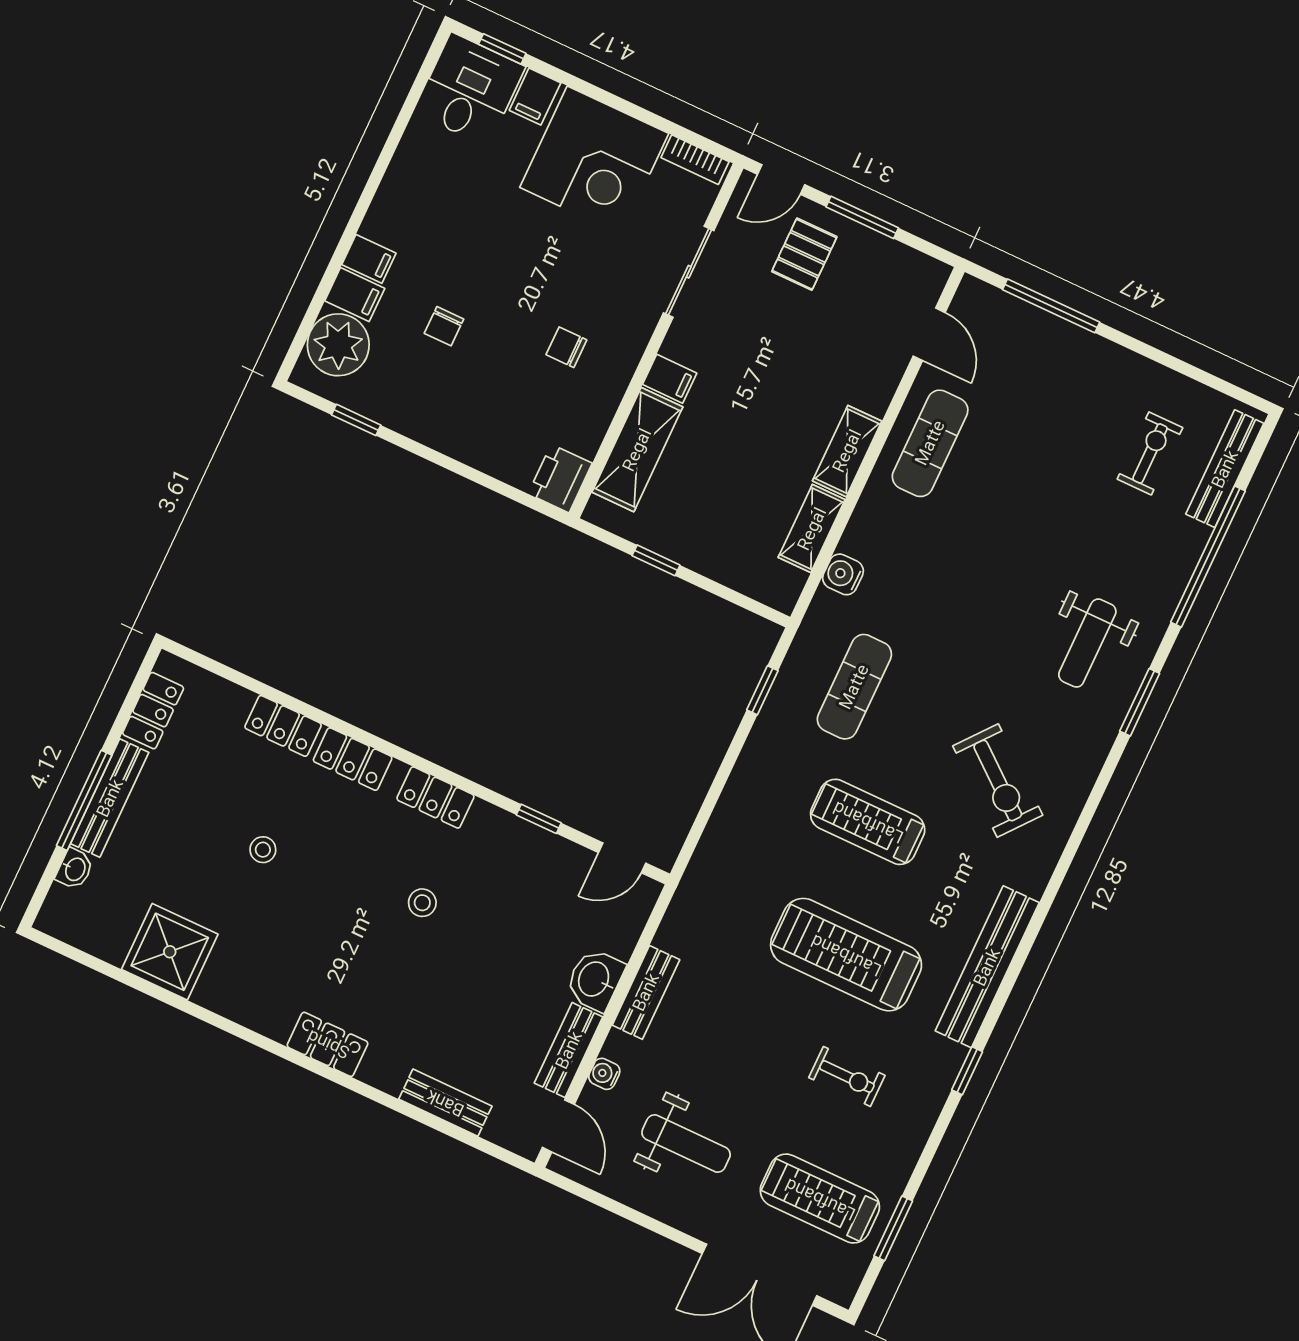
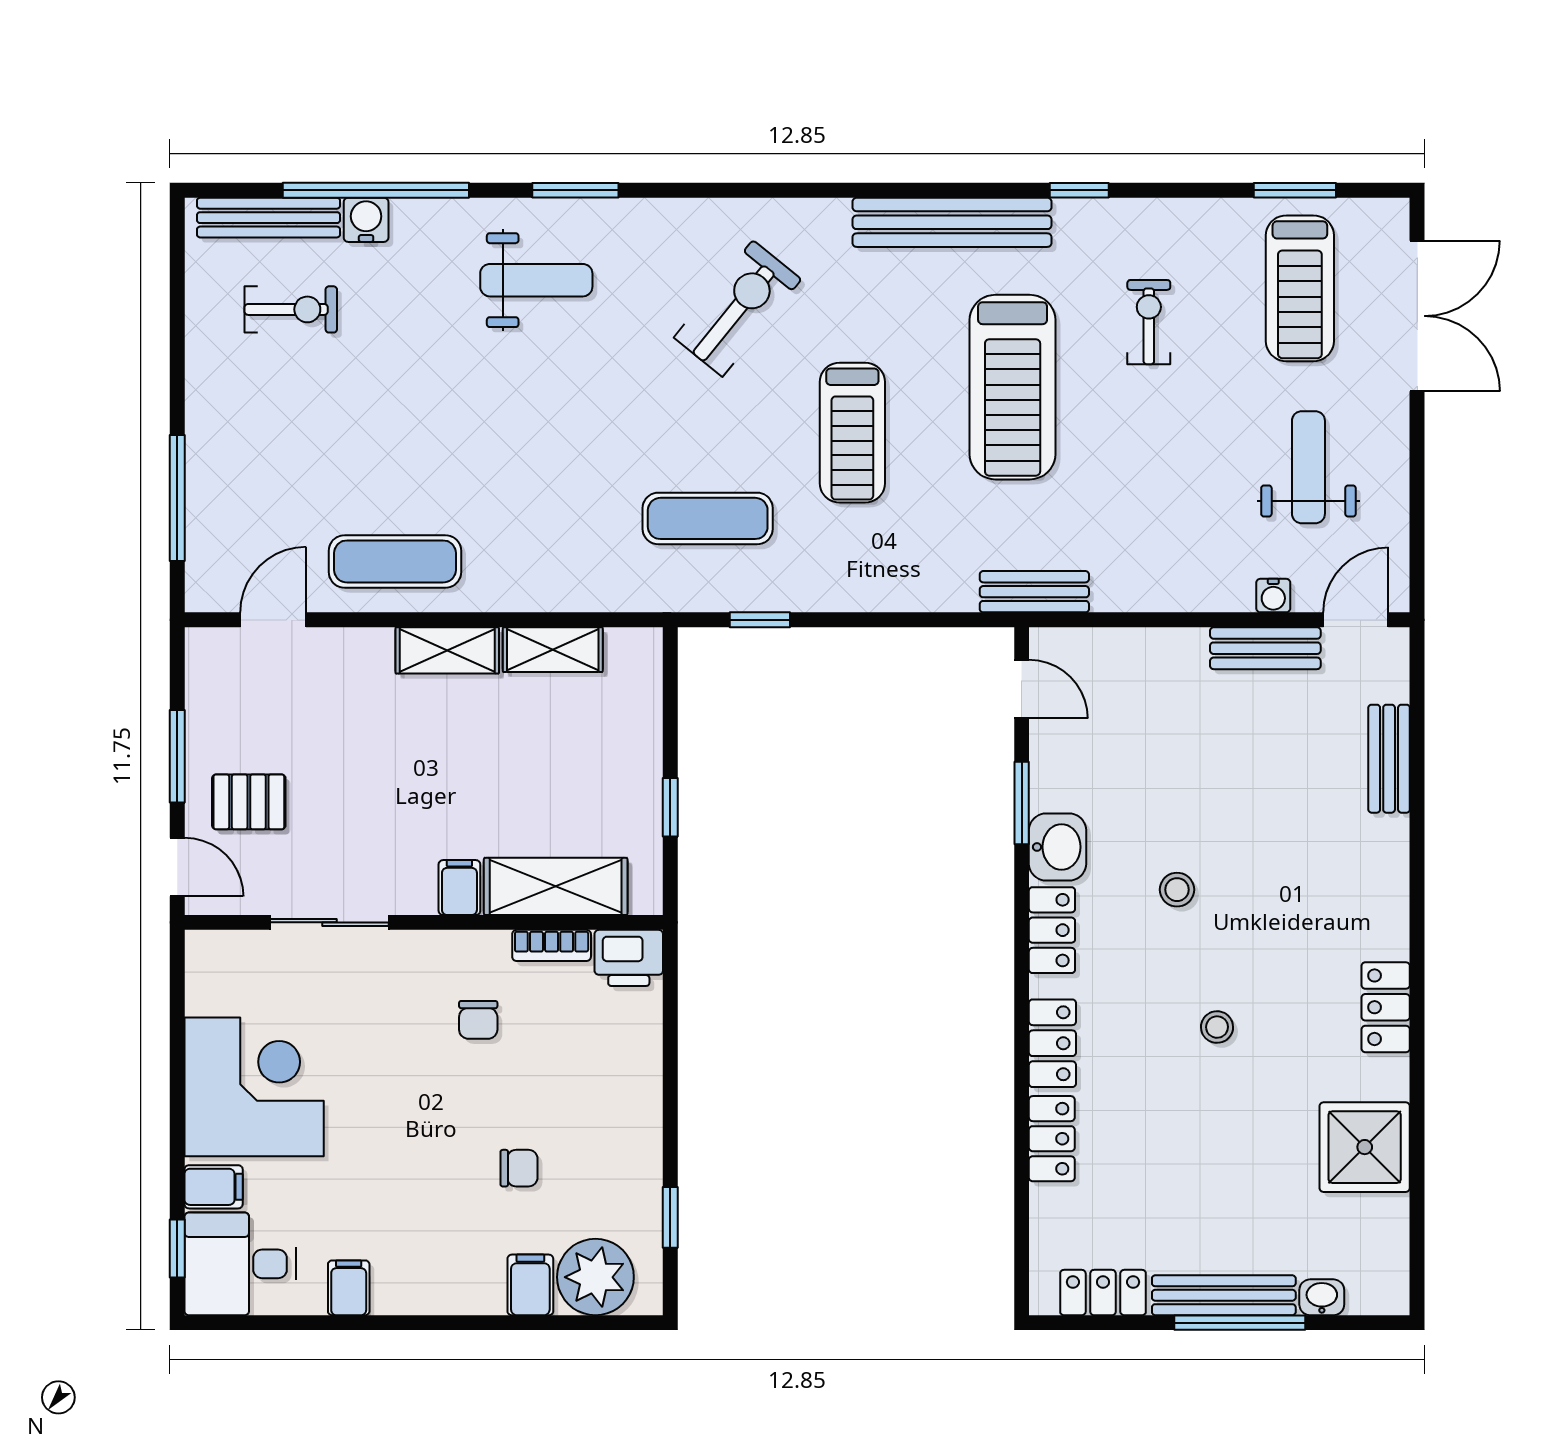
bookcase: (695, 160) -> (552, 945), moved, turned 90
filing cabinet: (369, 259) -> (349, 1288), moved
exercise bike: (1150, 453) -> (291, 309), turned 180
water cooler: (843, 574) -> (366, 220), moved, turned 180
window: (539, 819) -> (1022, 803), width x1.50
stool: (263, 850) -> (1217, 1027), moved
washbasin: (595, 980) -> (1058, 847), moved, turned -90
bench: (646, 992) -> (1034, 592), moved
locker: (328, 1044) -> (1386, 1007), moved

